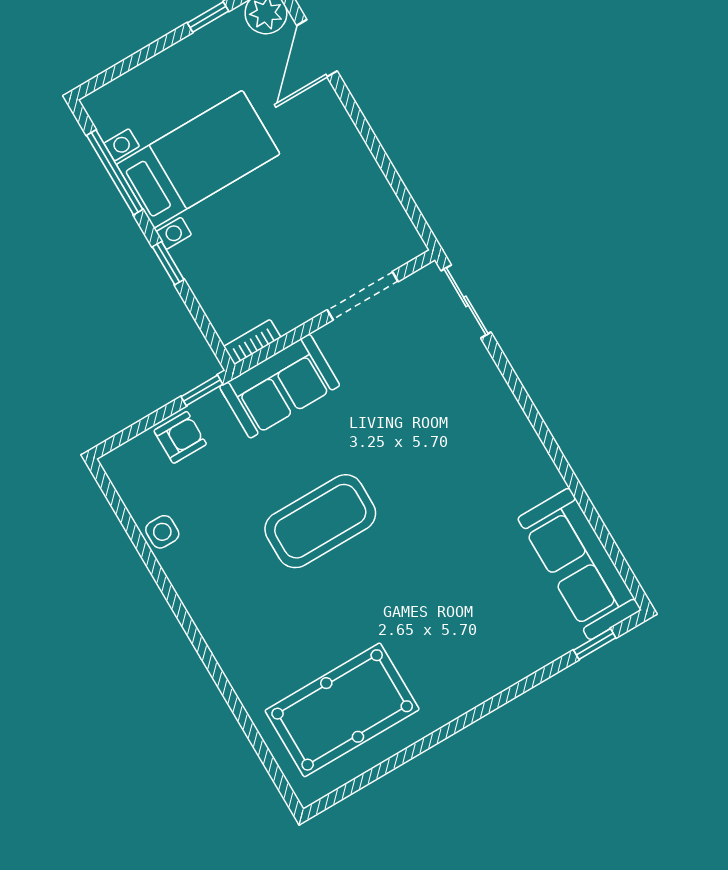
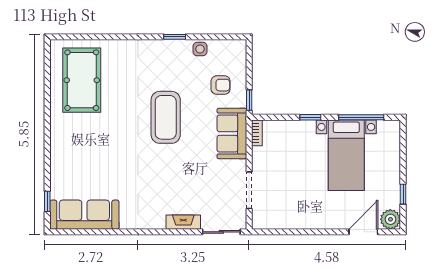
door: (317, 48) -> (363, 232), hinge flipped
fireplace: (489, 380) -> (183, 222), added
armchair: (180, 437) -> (221, 85), moved, turned -90
window: (167, 590) -> (175, 37), added

